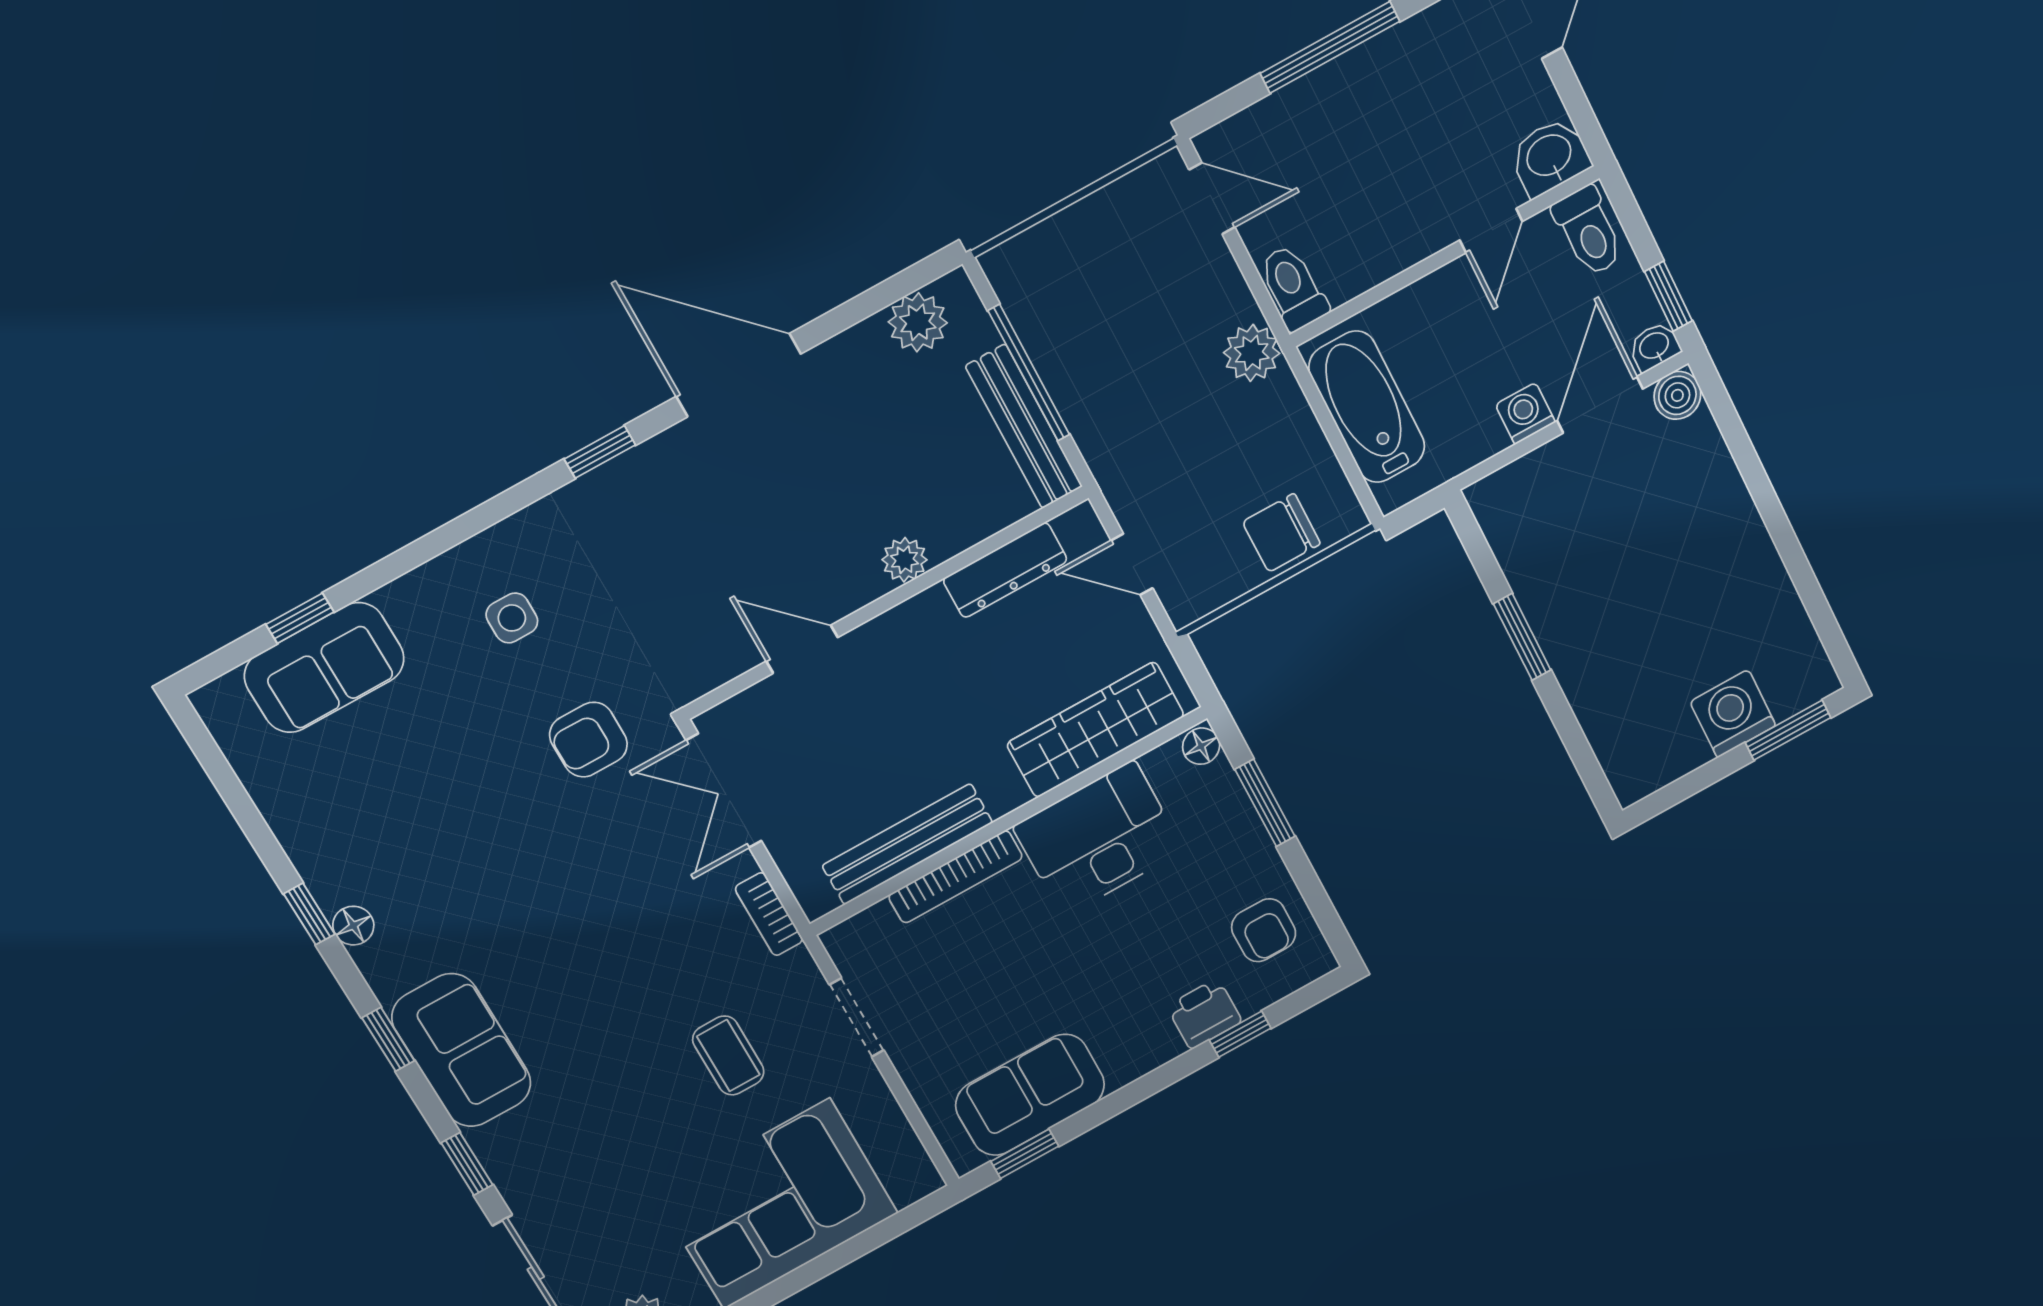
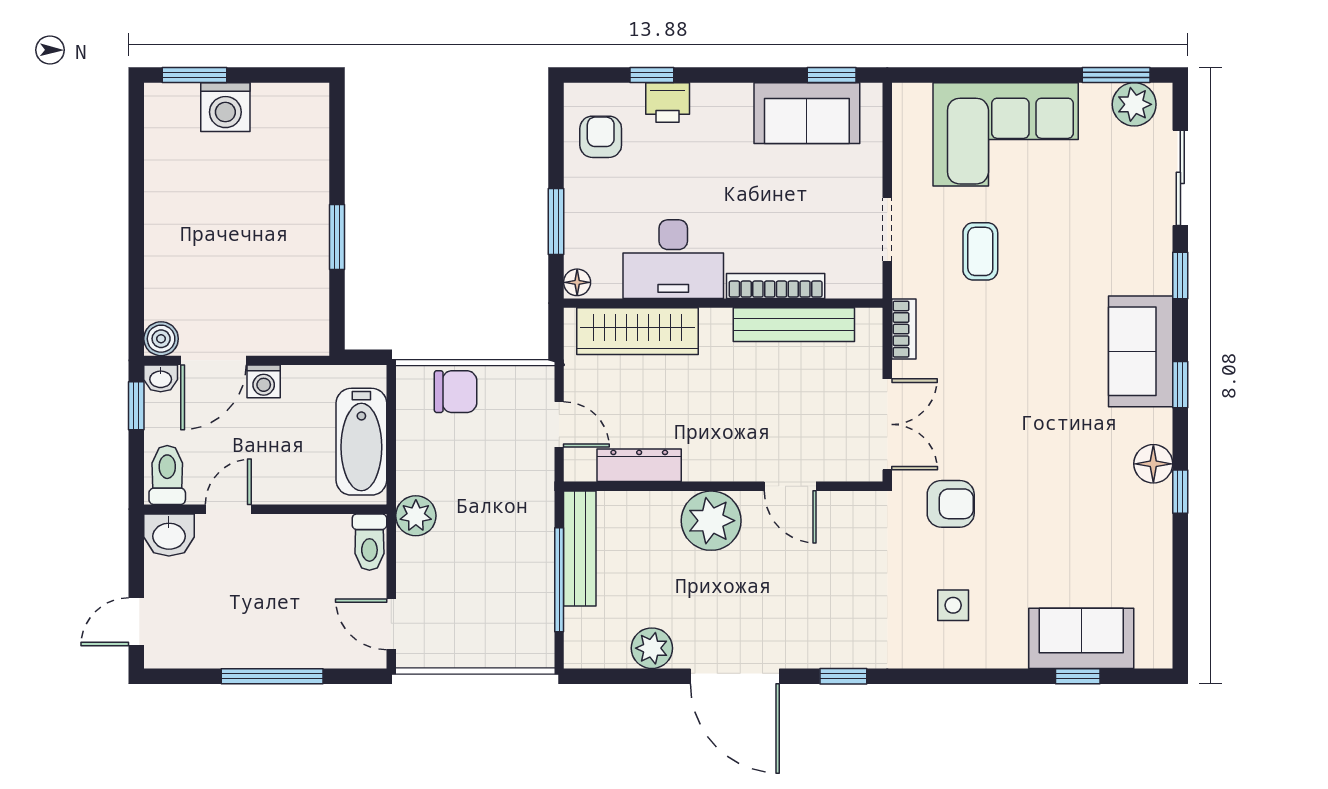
plant: (918, 322) -> (652, 648), moved
plant: (904, 560) -> (711, 521), width x1.88, depth x1.88
floor lamp: (353, 926) -> (1153, 464), width x1.37, depth x1.37

